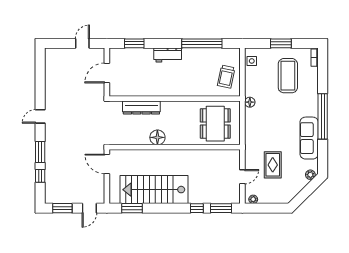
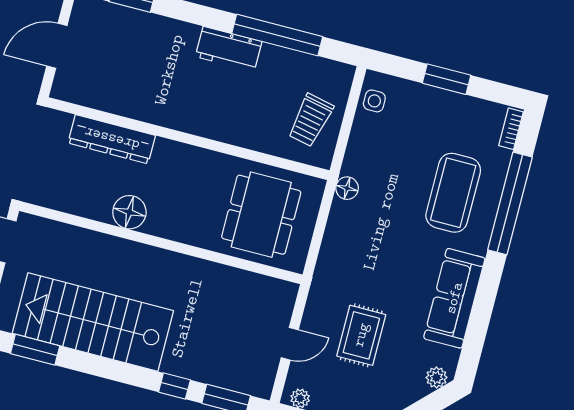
workbench: (168, 55) -> (229, 49), moved
coffee table: (288, 76) -> (453, 193), moved
window: (323, 116) -> (510, 203), moved

